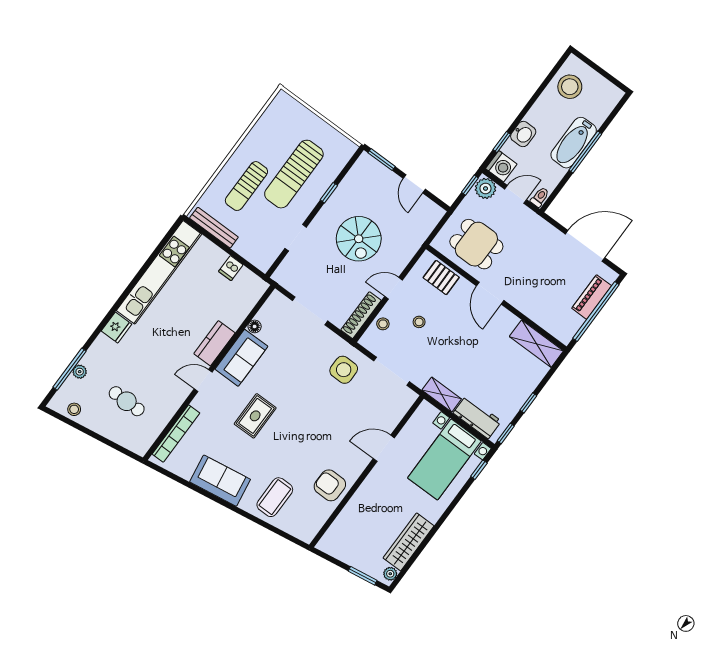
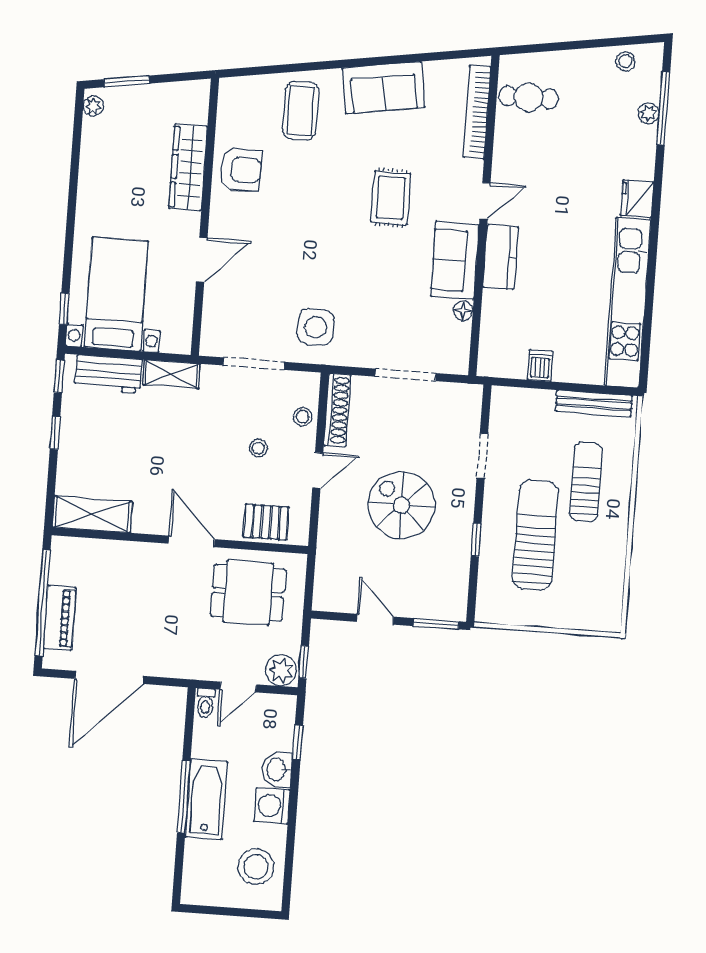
washing machine: (501, 166) -> (272, 806), moved
cafe table: (127, 401) -> (529, 97), moved
wardrobe: (409, 542) -> (188, 167), moved, turned 180

